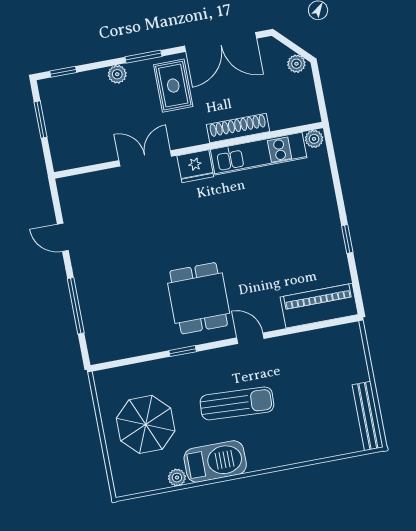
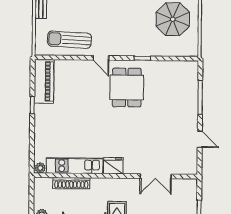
shoe rack: (238, 128) -> (71, 183), moved
double door: (145, 158) -> (156, 176), moved
piano: (319, 306) -> (44, 81), moved, turned -90
sun lounger: (237, 403) -> (69, 40), moved

